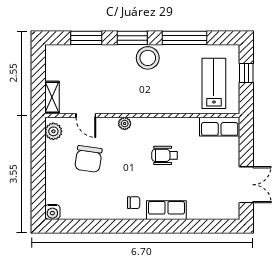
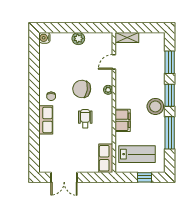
filing cabinet: (167, 103) -> (123, 120), added
plant: (53, 131) -> (78, 39), moved
chair: (88, 159) -> (82, 89), moved

